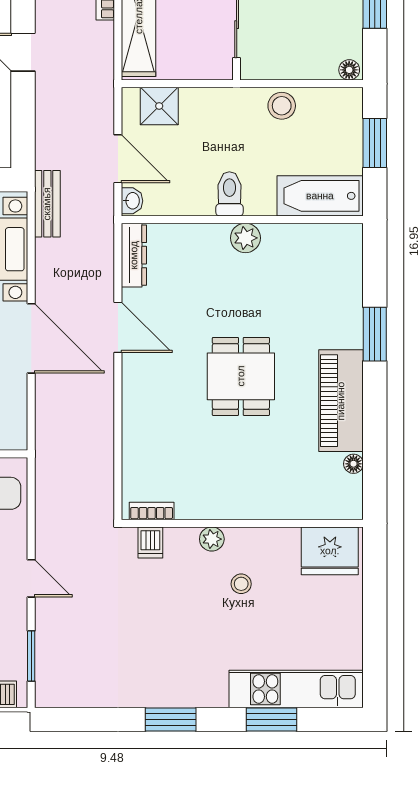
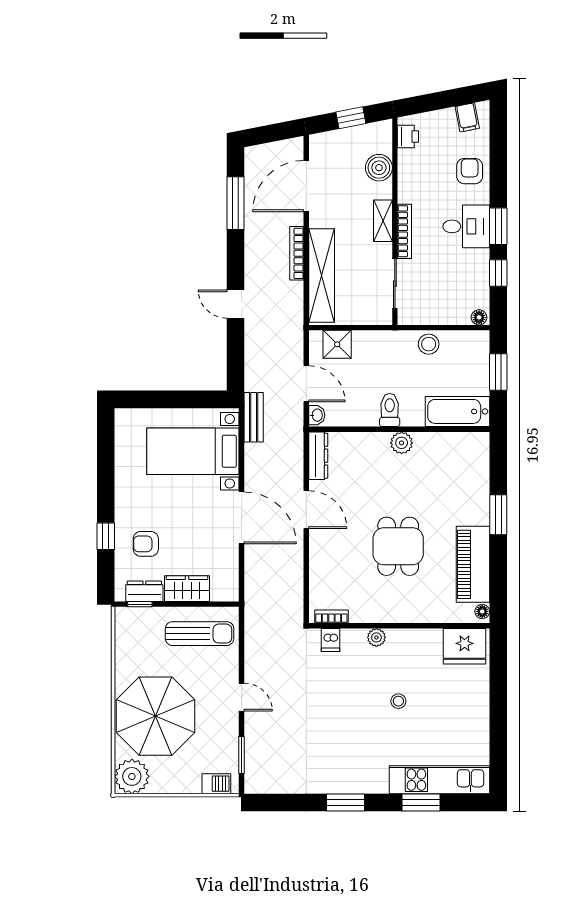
bookcase: (152, 511) -> (331, 617), moved
wall: (242, 523) -> (399, 626), moved
plant: (212, 539) -> (376, 637), moved
dishwasher: (150, 542) -> (331, 640), moved
fridge: (330, 551) -> (465, 646), moved

